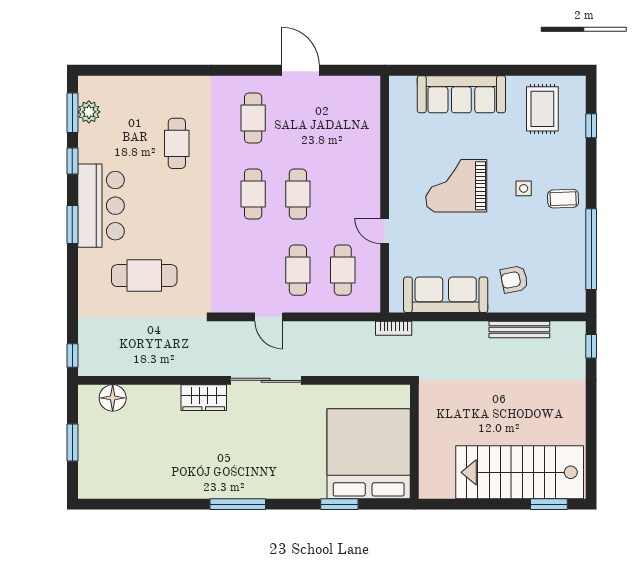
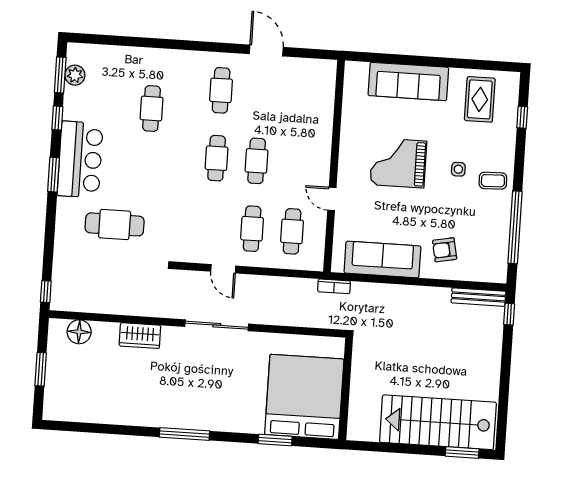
bench: (519, 330) -> (478, 297), moved
wardrobe: (204, 398) -> (140, 336), moved

